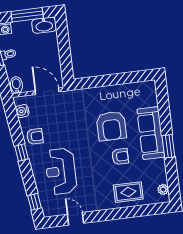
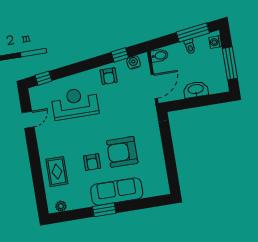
washbasin: (44, 25) -> (196, 89), moved, turned 90
window: (22, 153) -> (120, 55), moved

